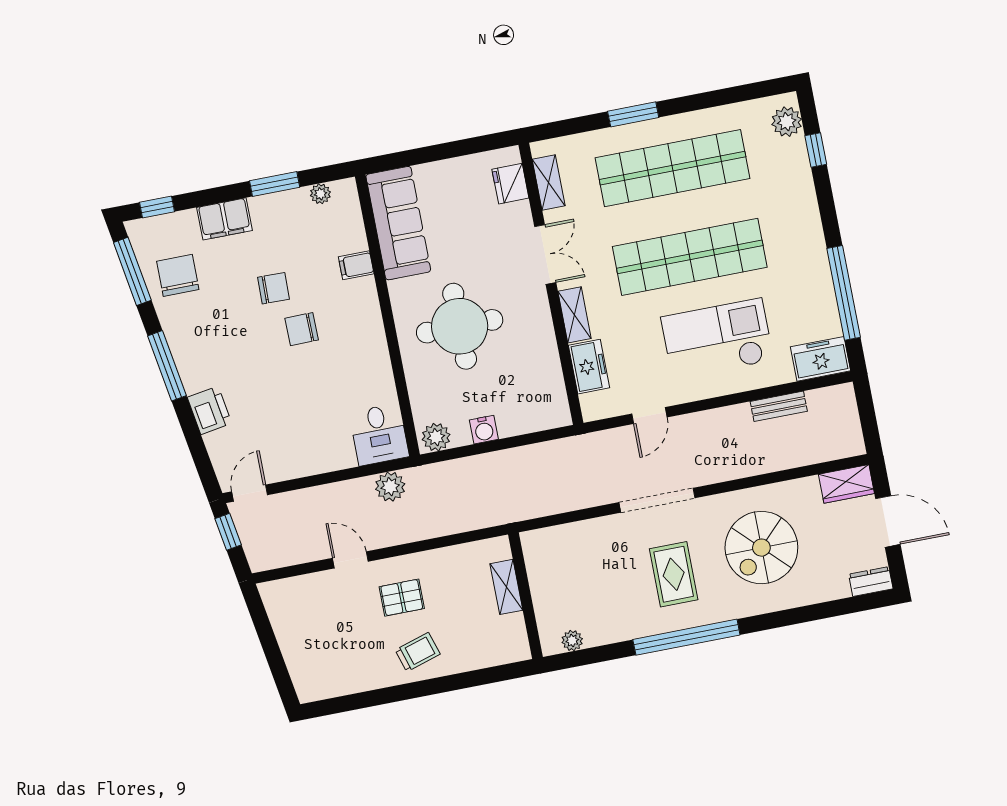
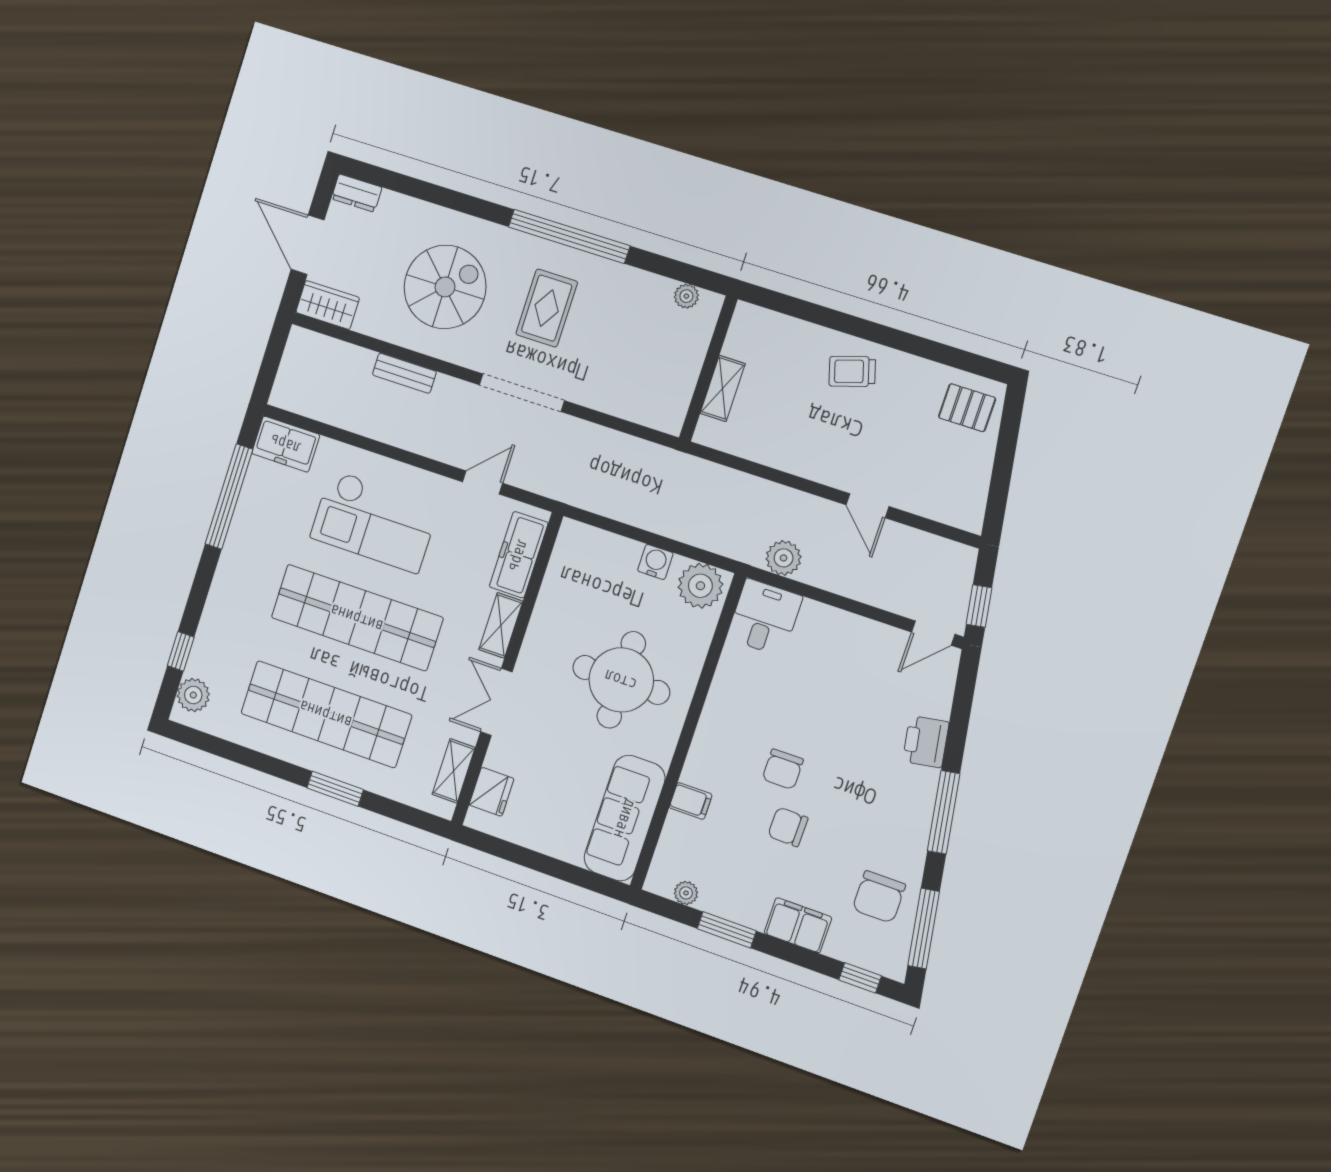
chair: (302, 329) -> (783, 769), turned 91
freezer: (589, 367) -> (519, 555), width x1.40
bench: (779, 406) -> (404, 373), moved
plant: (436, 437) -> (700, 586), width x1.36, depth x1.36
pallet: (402, 598) -> (967, 408), moved

